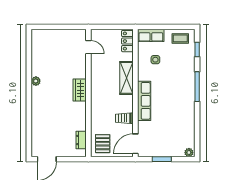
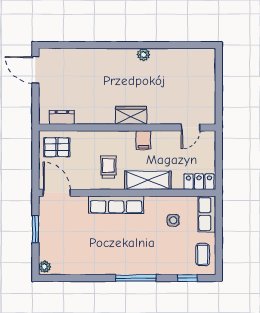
filing cabinet: (98, 81) -> (144, 140), added
trolley: (124, 118) -> (108, 167), moved

